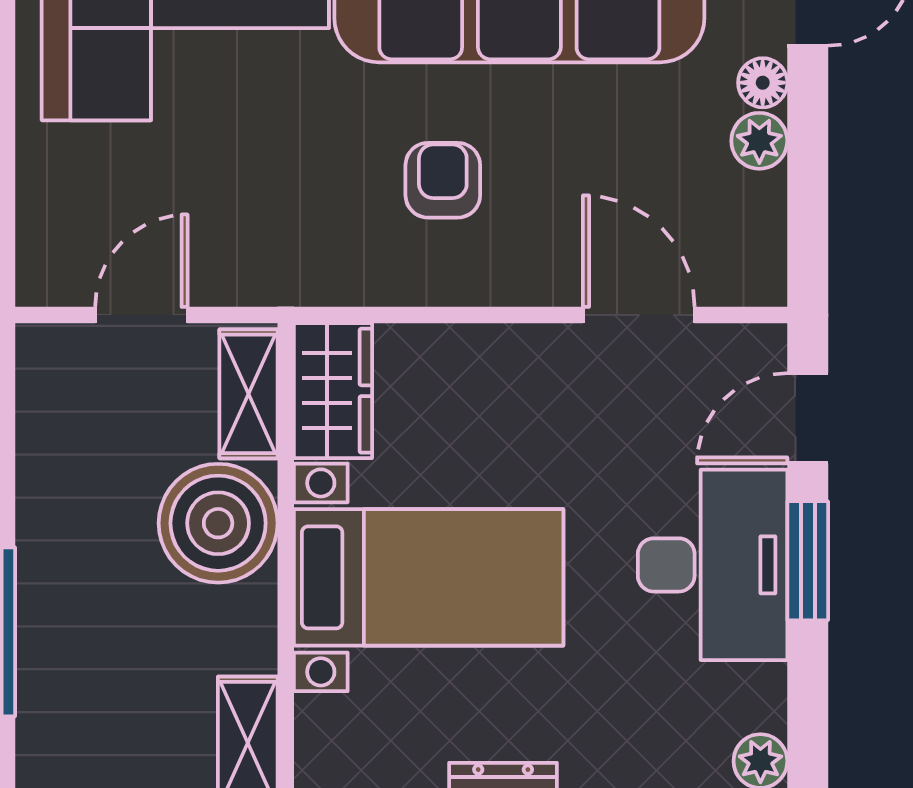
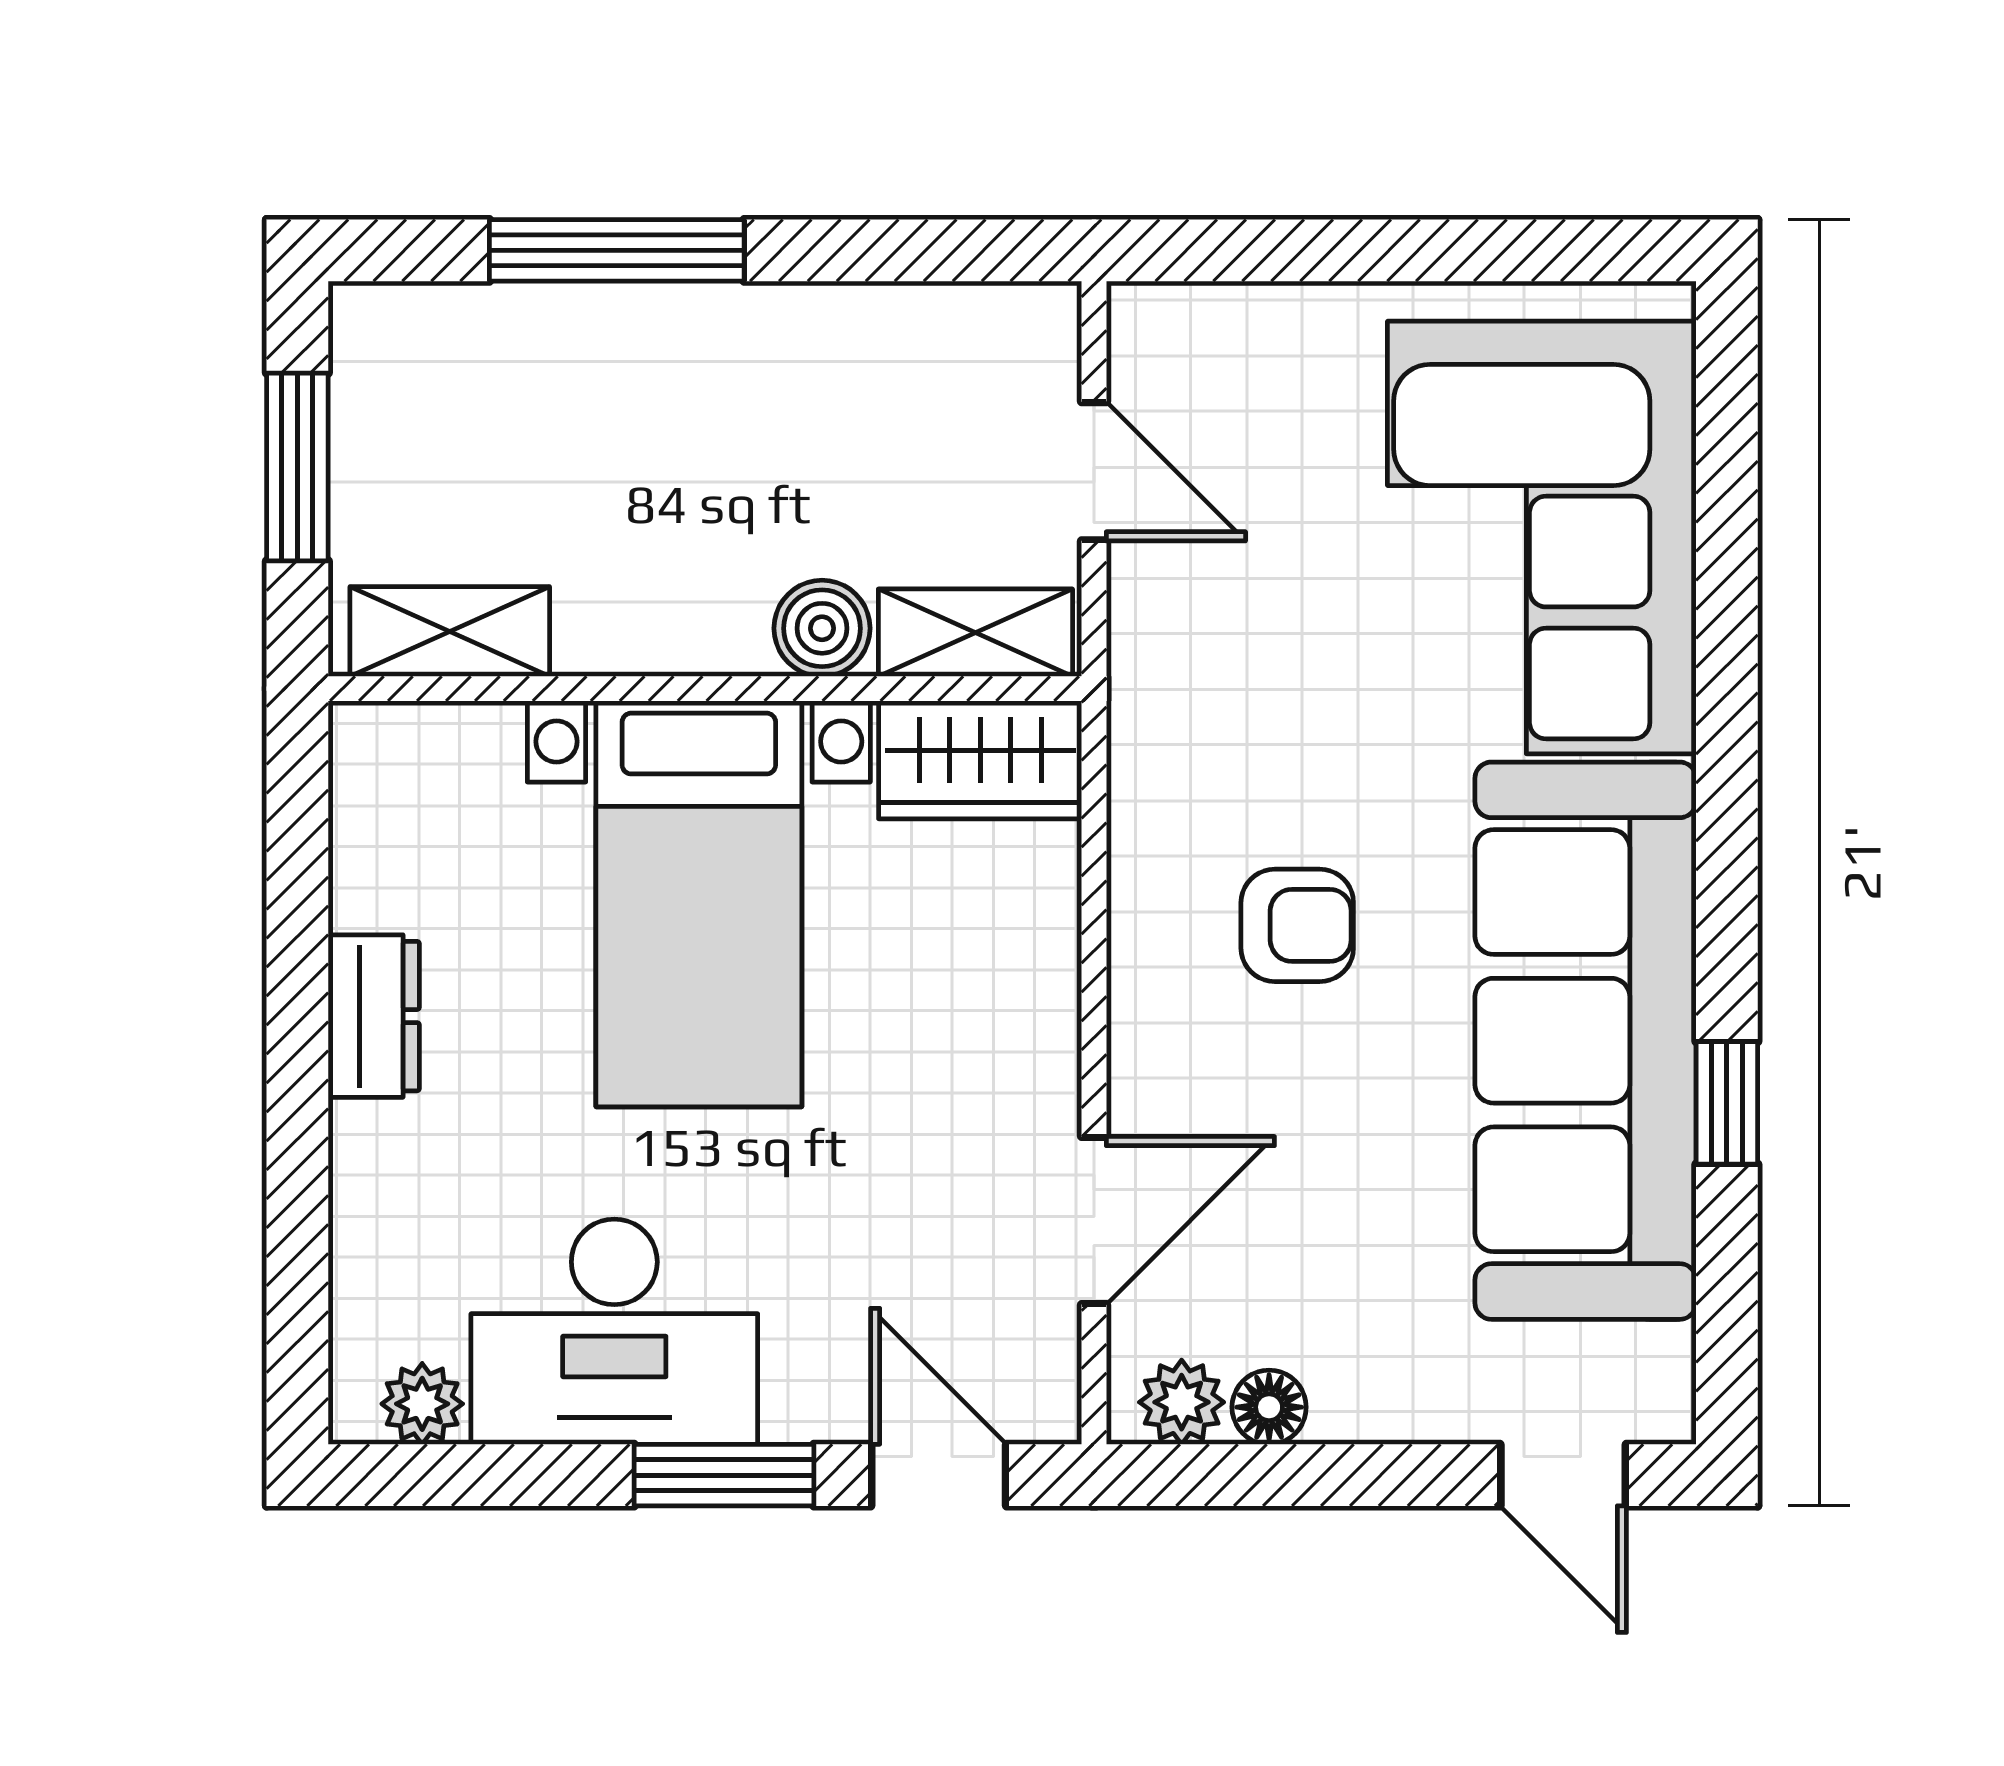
floor lamp: (763, 83) -> (1269, 1407), moved
plant: (759, 141) -> (1182, 1402), moved
boiler: (218, 523) -> (822, 628), width x0.54, depth x0.54
desk: (713, 565) -> (614, 1332), moved

